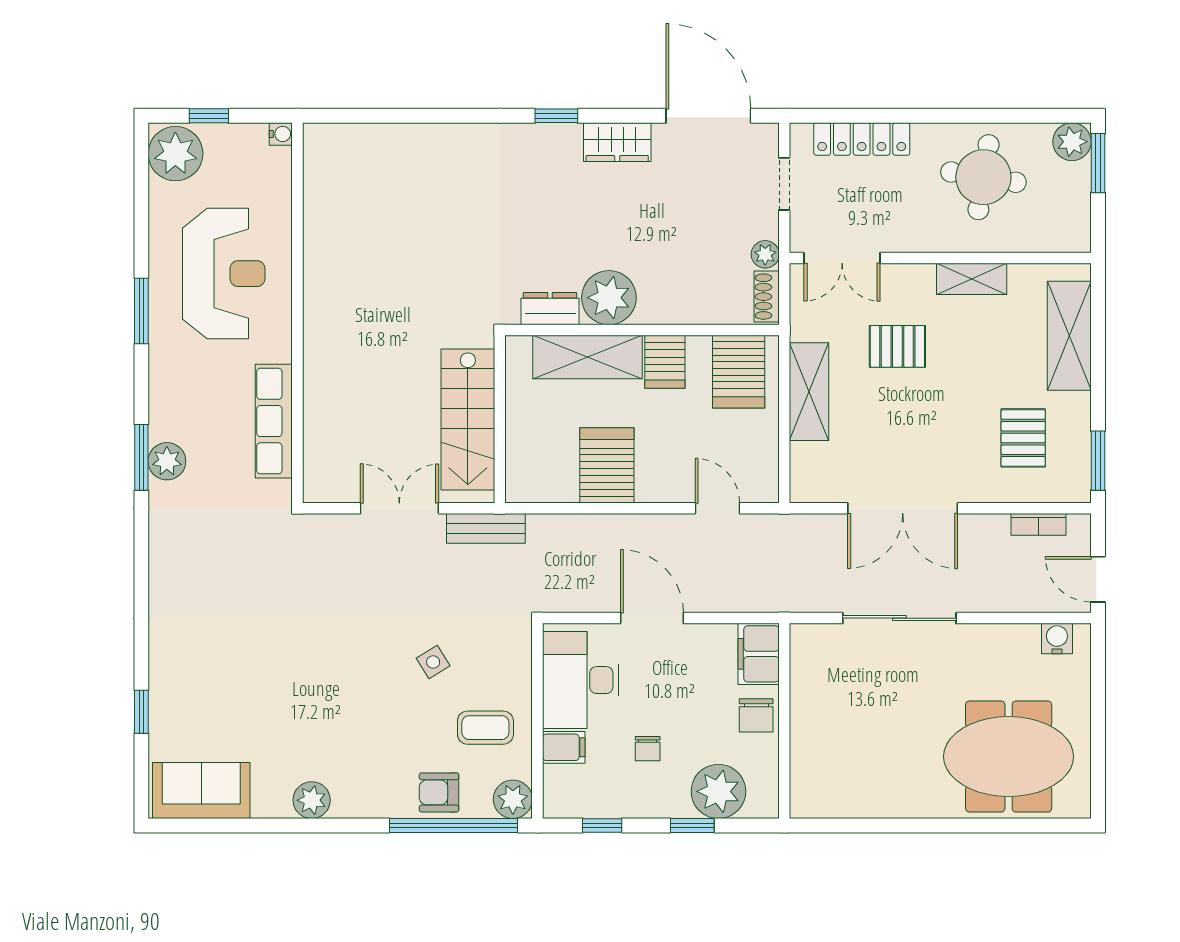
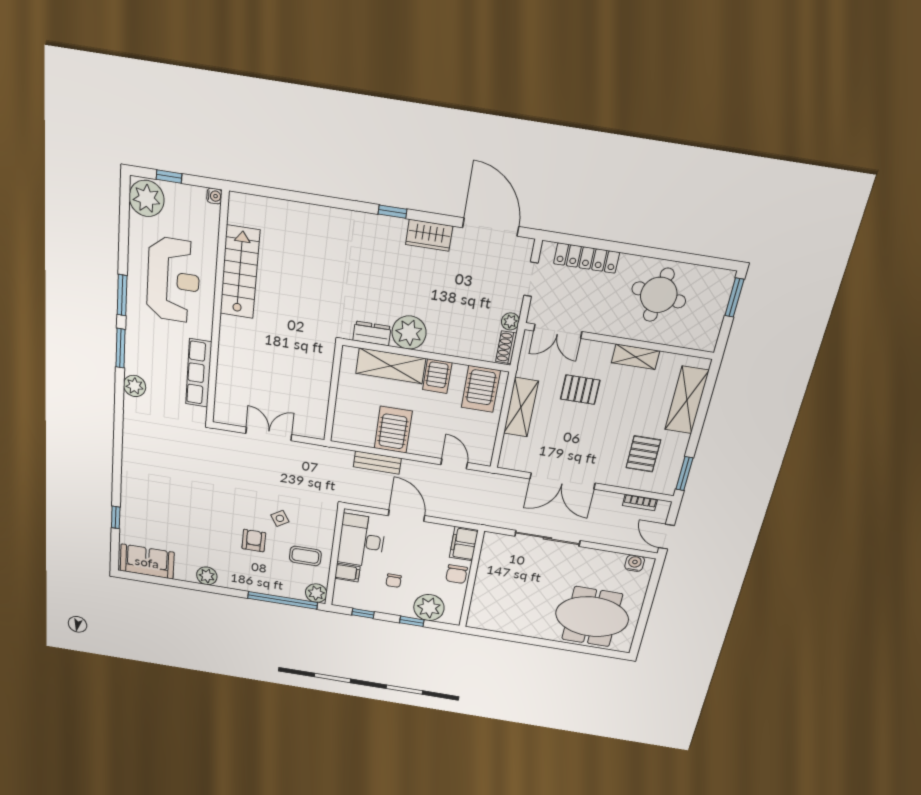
plant: (1072, 142) -> (722, 281), removed
stairs: (468, 420) -> (240, 272), moved, turned 180
window: (141, 457) -> (121, 348), moved
bench: (486, 528) -> (377, 463), moved
armchair: (439, 792) -> (254, 541), moved, turned 90

